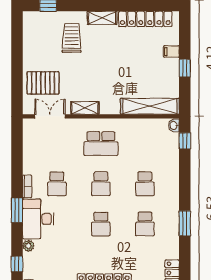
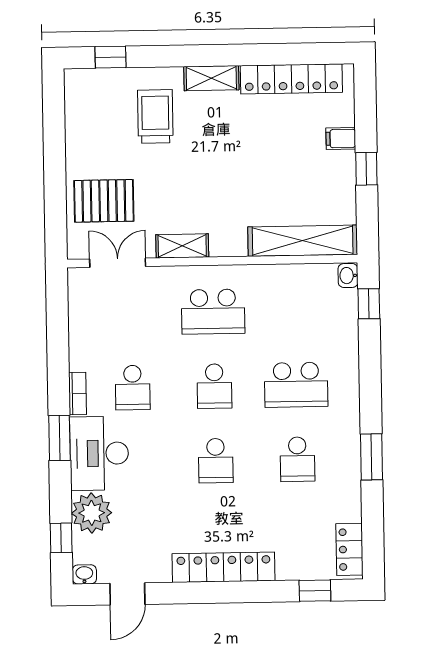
school desk: (145, 184) -> (296, 385), width x1.85
plant: (28, 246) -> (92, 513), width x1.88, depth x1.88

